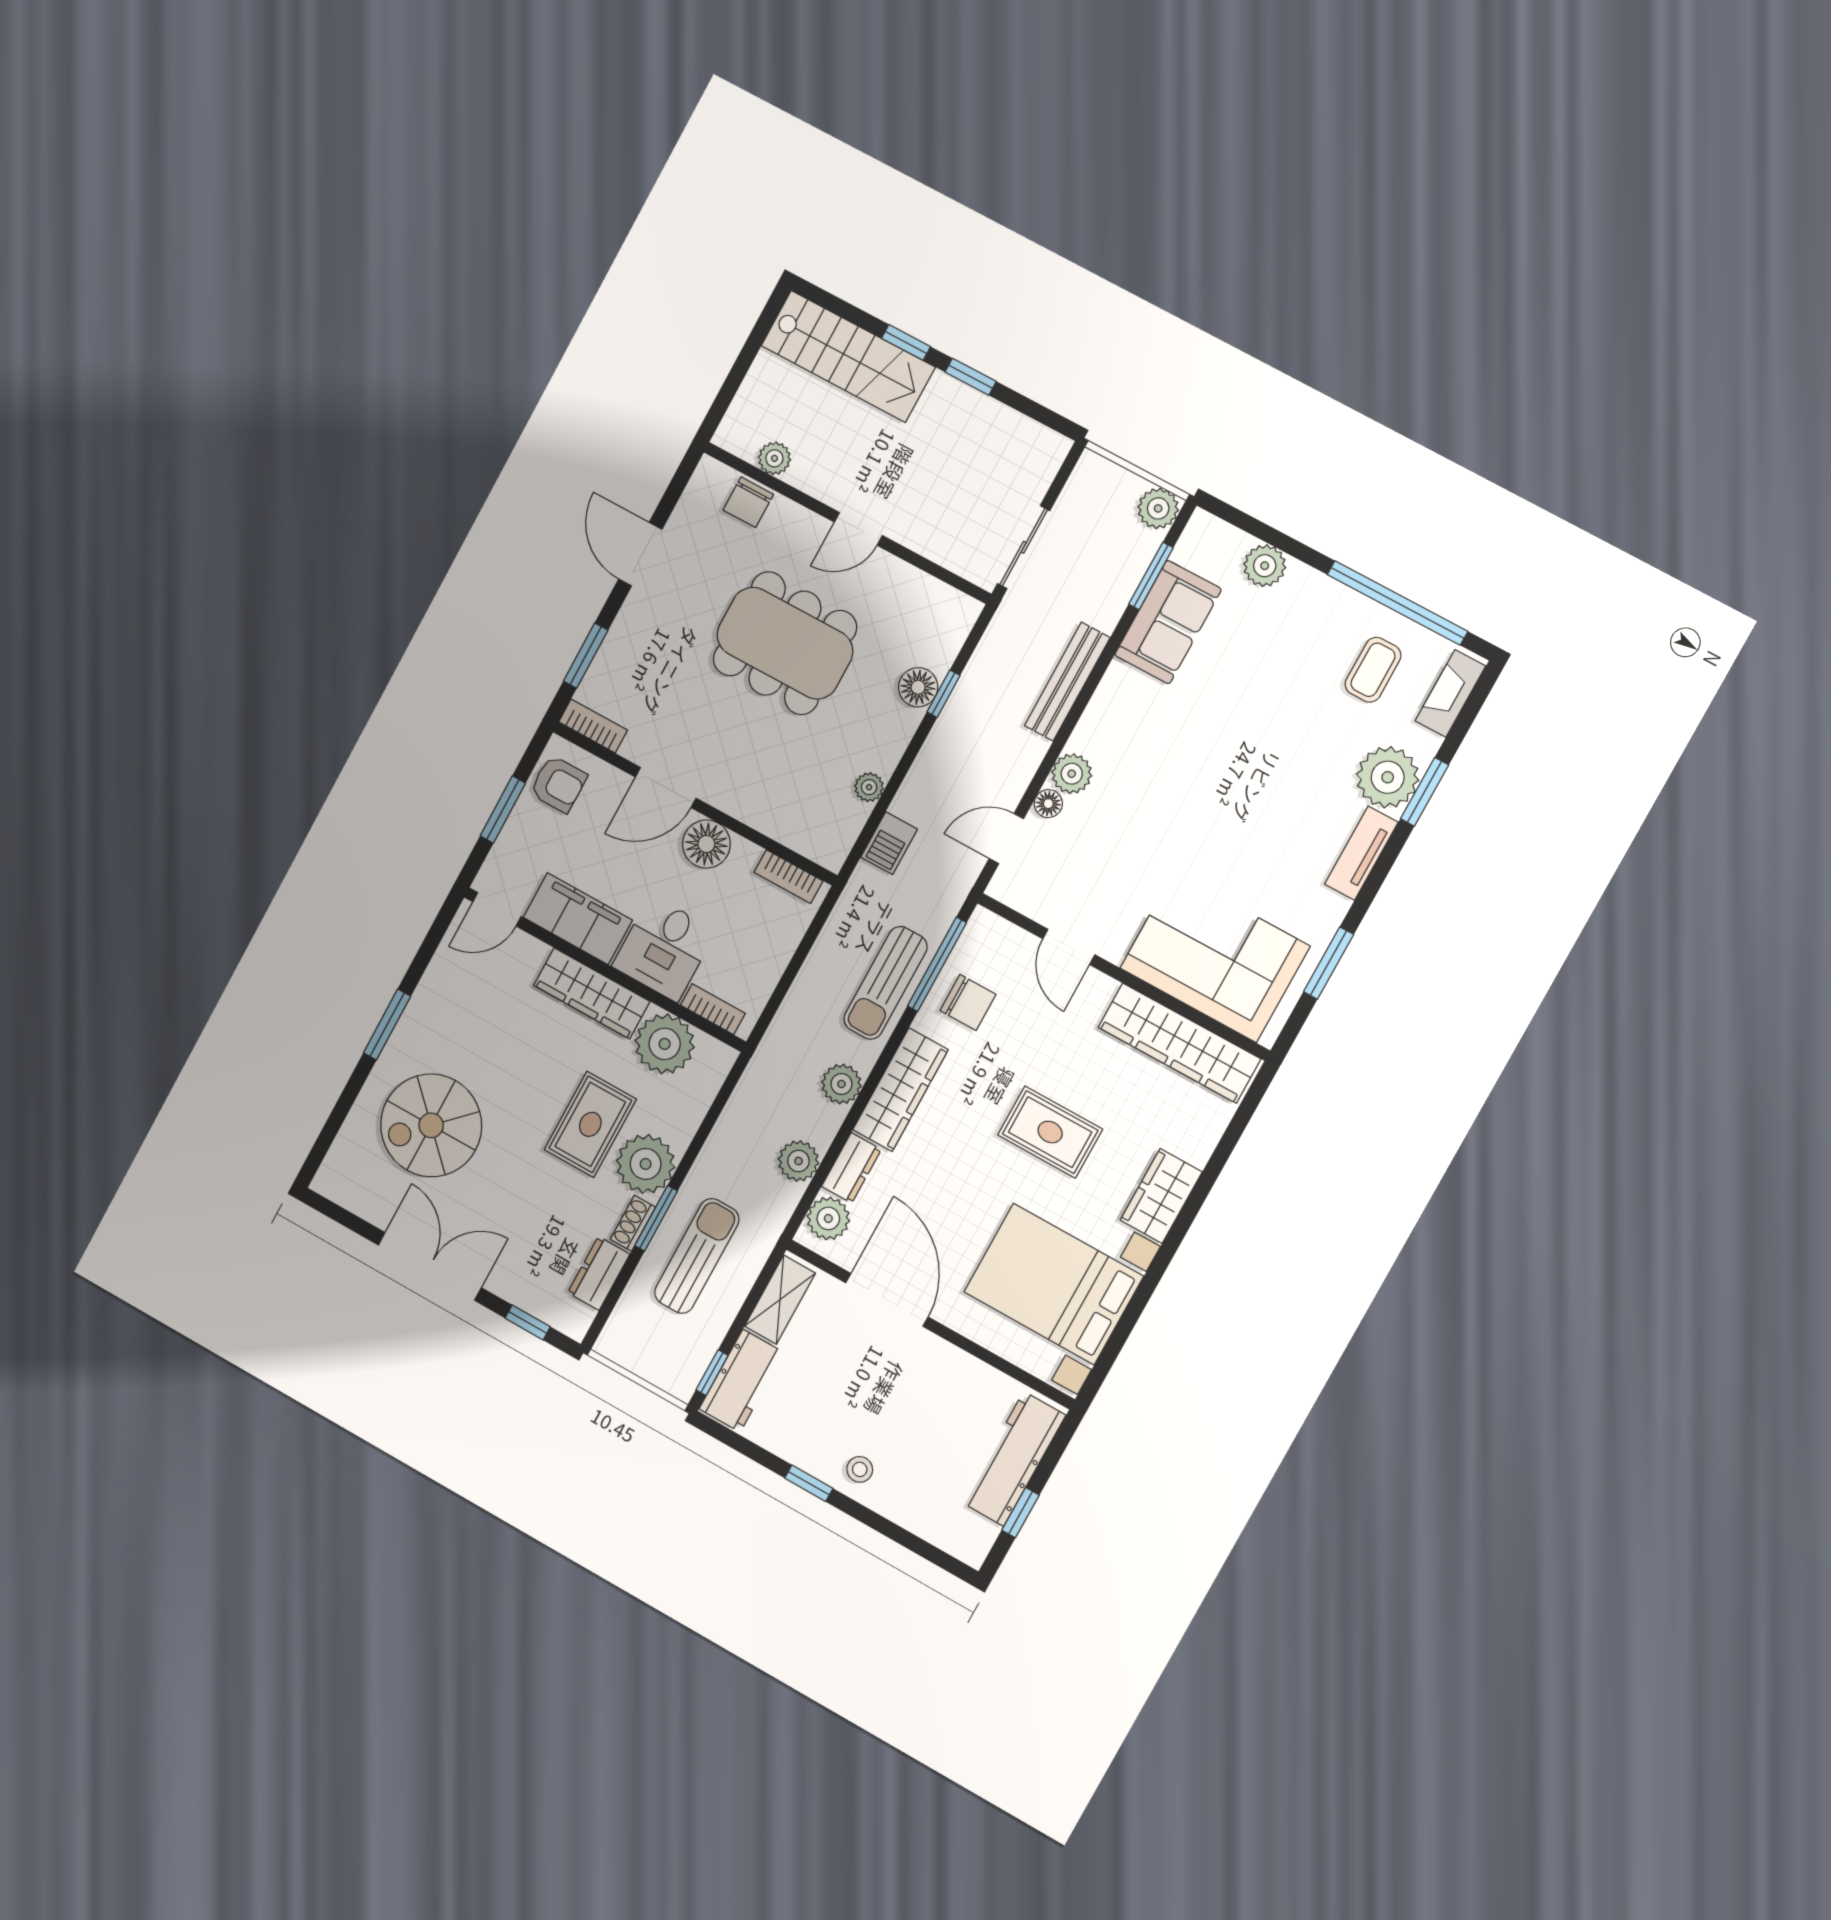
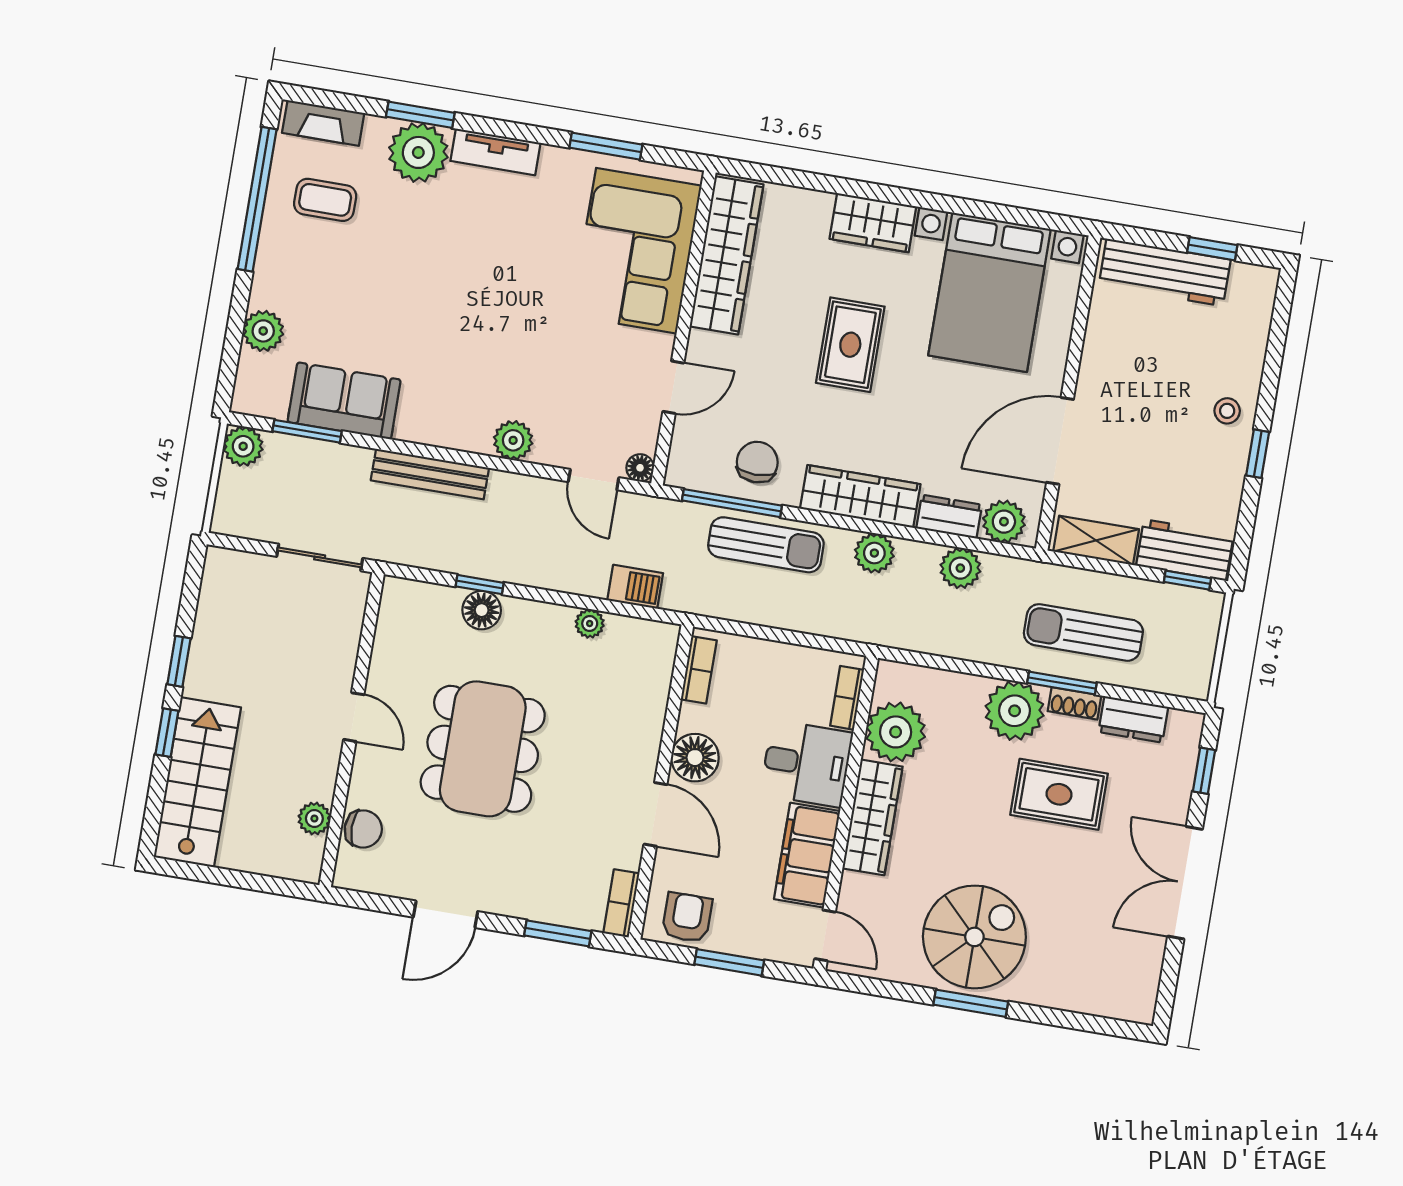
floor lamp: (1048, 804) -> (640, 468), moved
rug: (590, 1124) -> (1059, 794), moved
spiral stairs: (431, 1125) -> (974, 937), moved, turned -90

